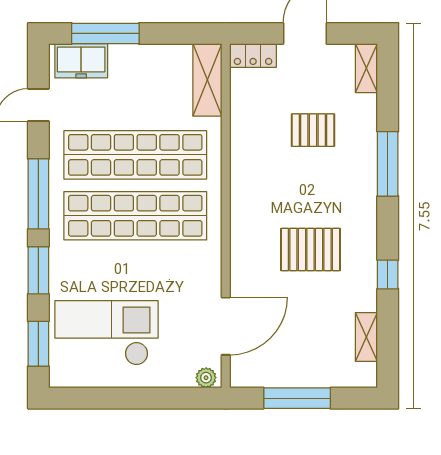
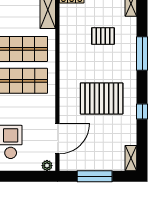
pallet: (310, 250) -> (102, 98), width x1.37, depth x1.41
shelving: (366, 337) -> (131, 158), moved

